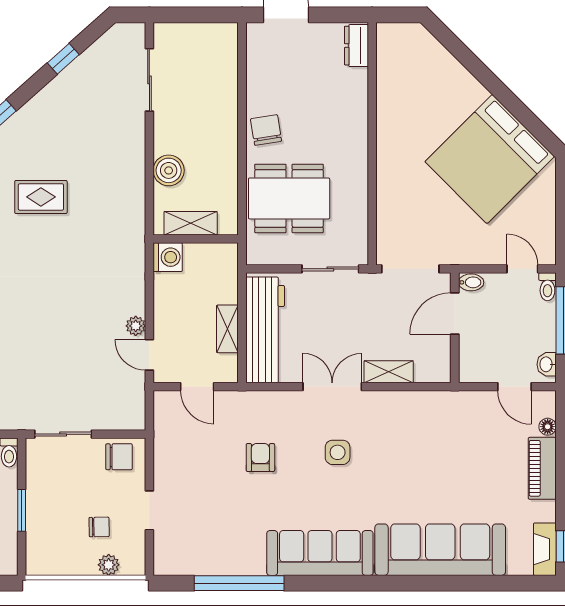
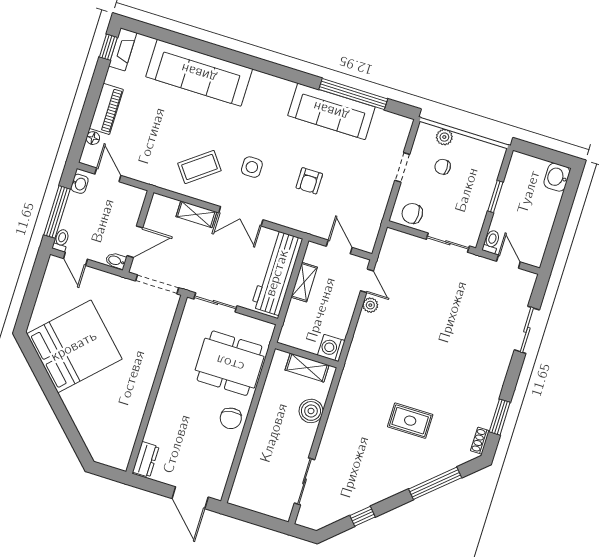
coffee table: (403, 432) -> (199, 167), added
sofa: (320, 553) -> (331, 111), moved

